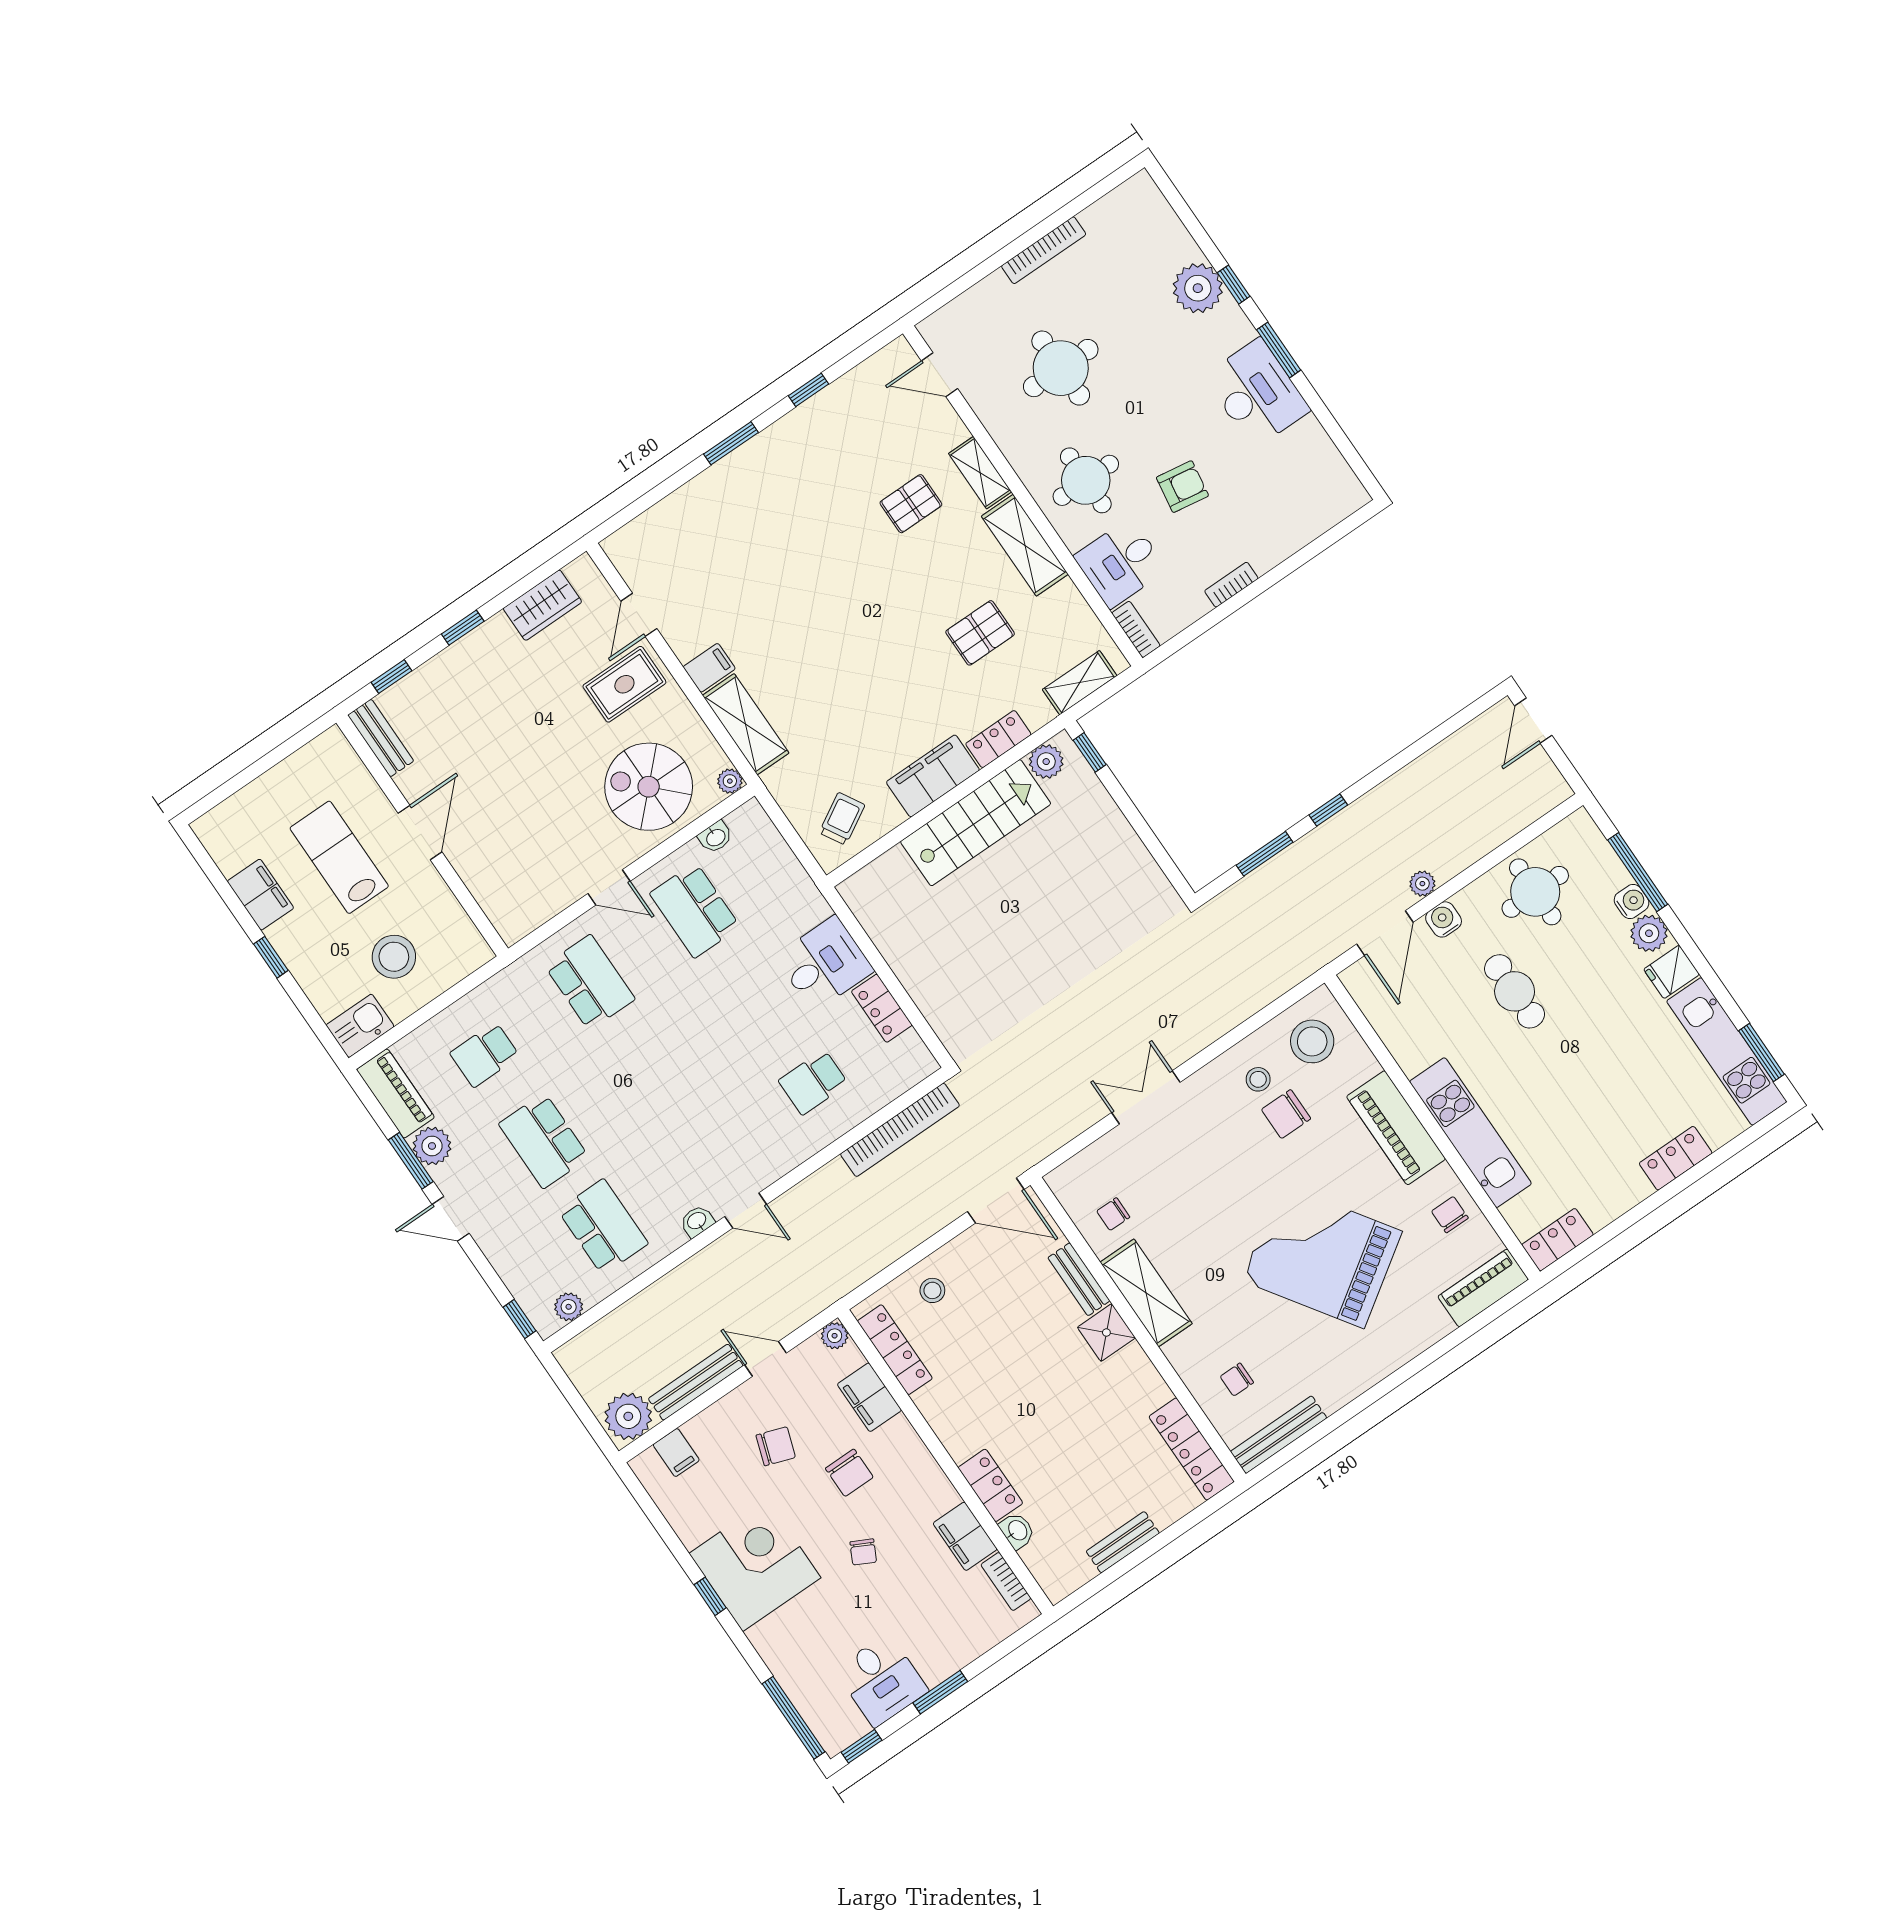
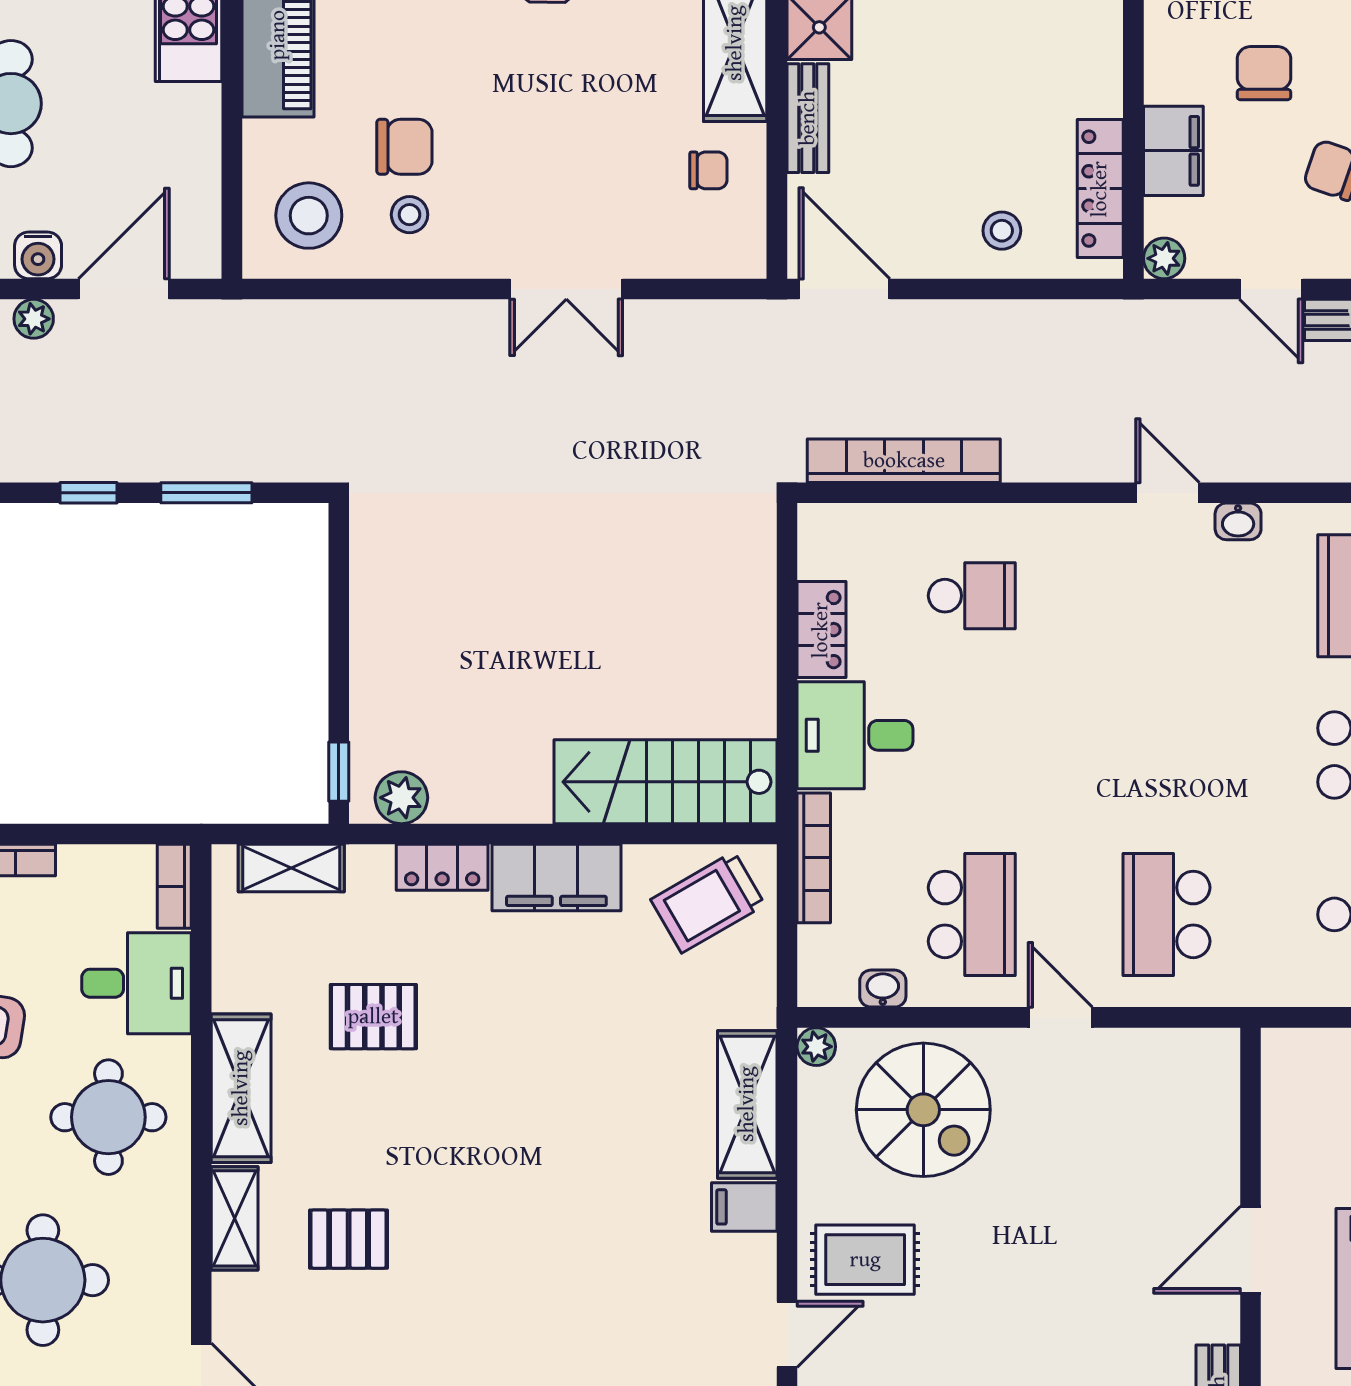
trolley: (842, 819) -> (708, 902), width x1.36, depth x1.39
stairs: (976, 823) -> (665, 782), moved
bookcase: (801, 882) -> (814, 858), added

